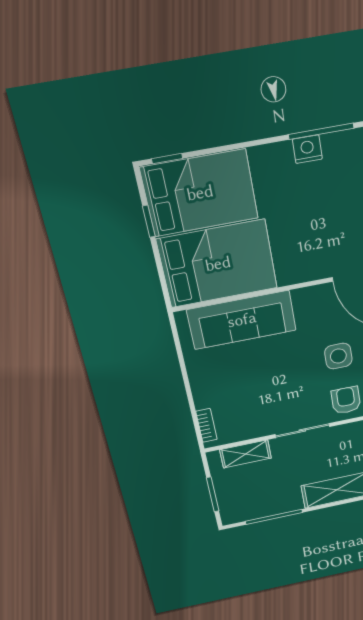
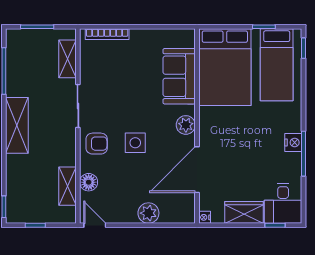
bed: (200, 193) -> (277, 65), width x0.67
plant: (306, 299) -> (186, 125), added
sofa: (242, 320) -> (179, 76), width x0.73
bookcase: (206, 425) -> (107, 34), width x1.56

